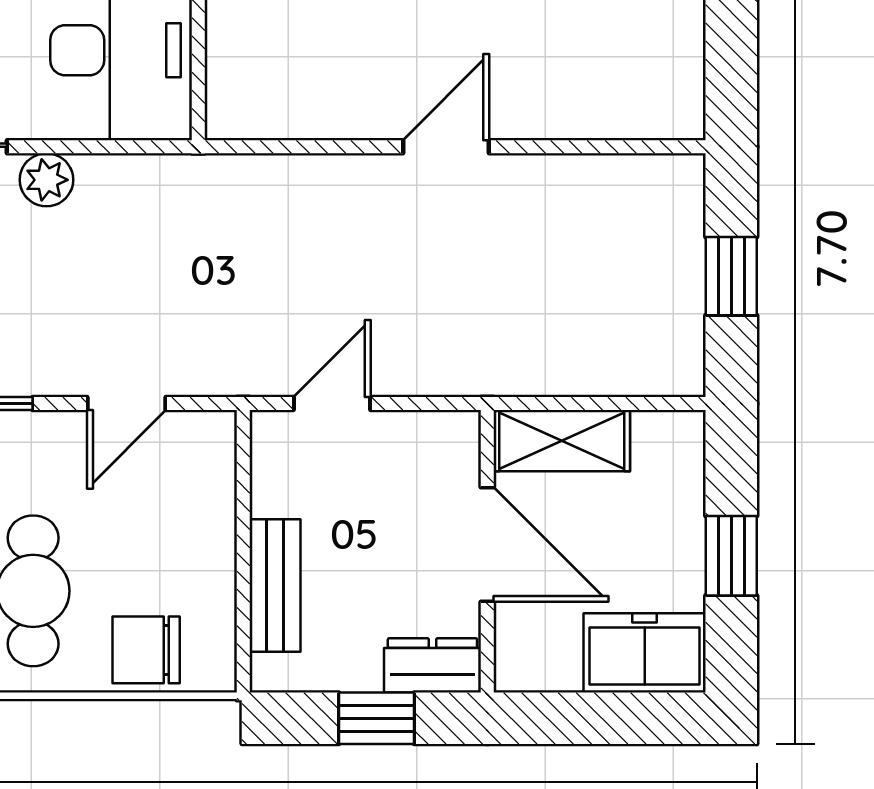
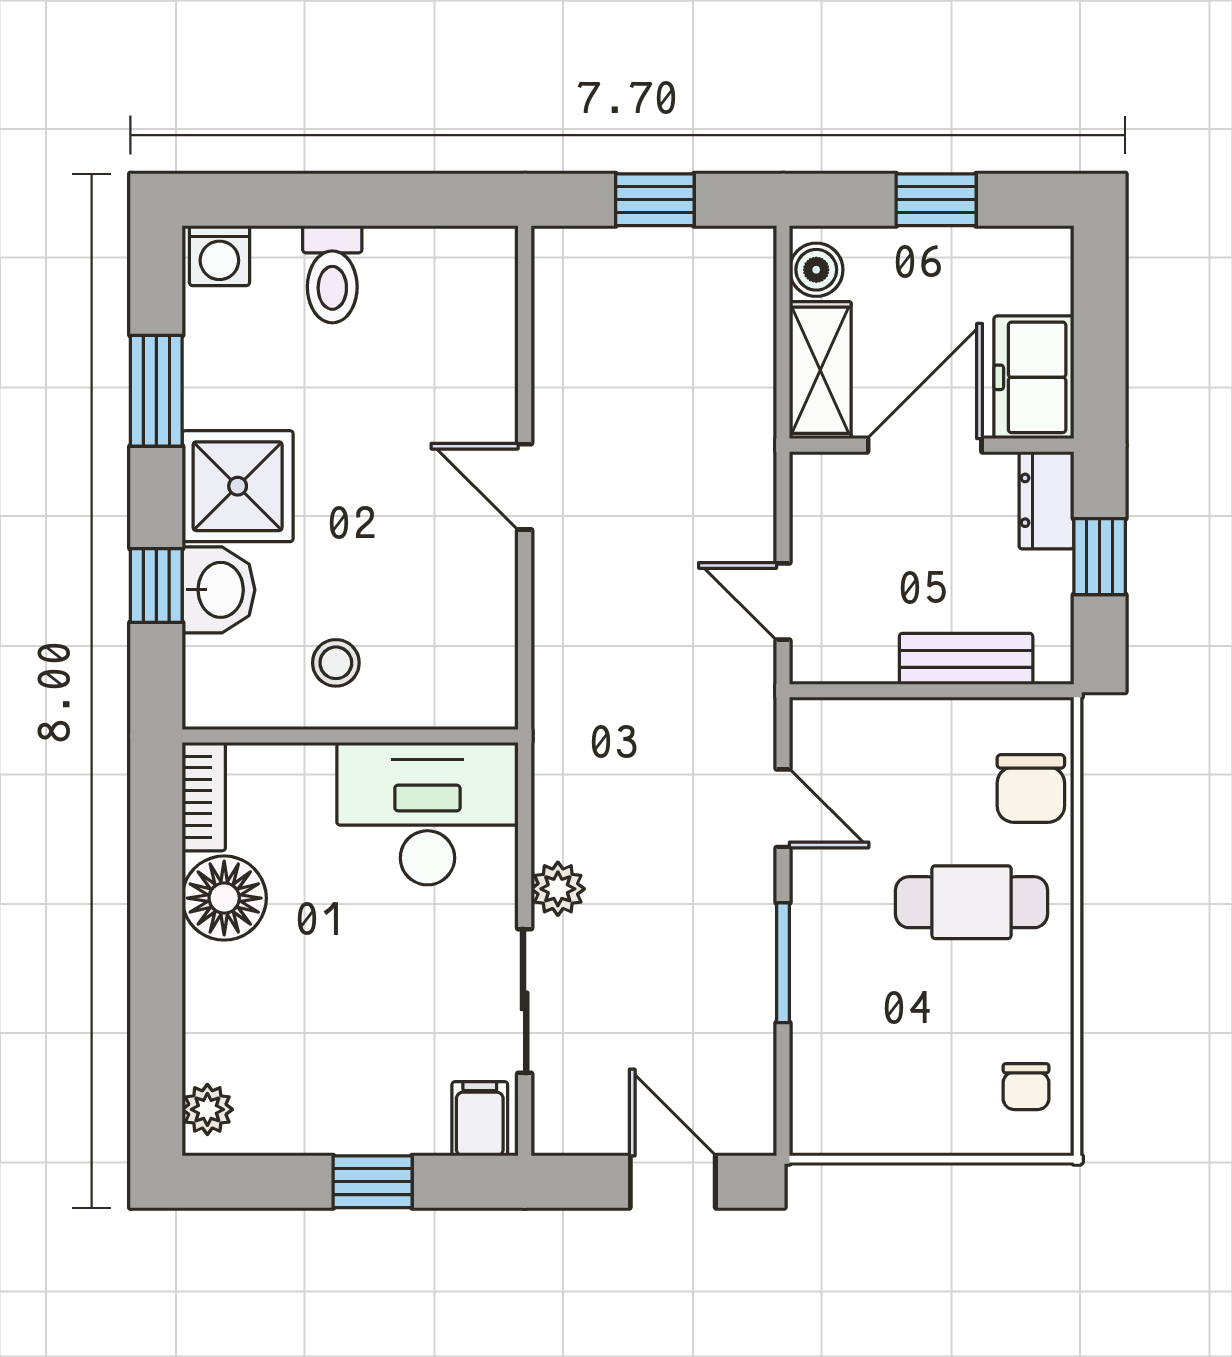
boiler: (662, 437) -> (816, 270), added
freezer: (645, 653) -> (1034, 377), moved

